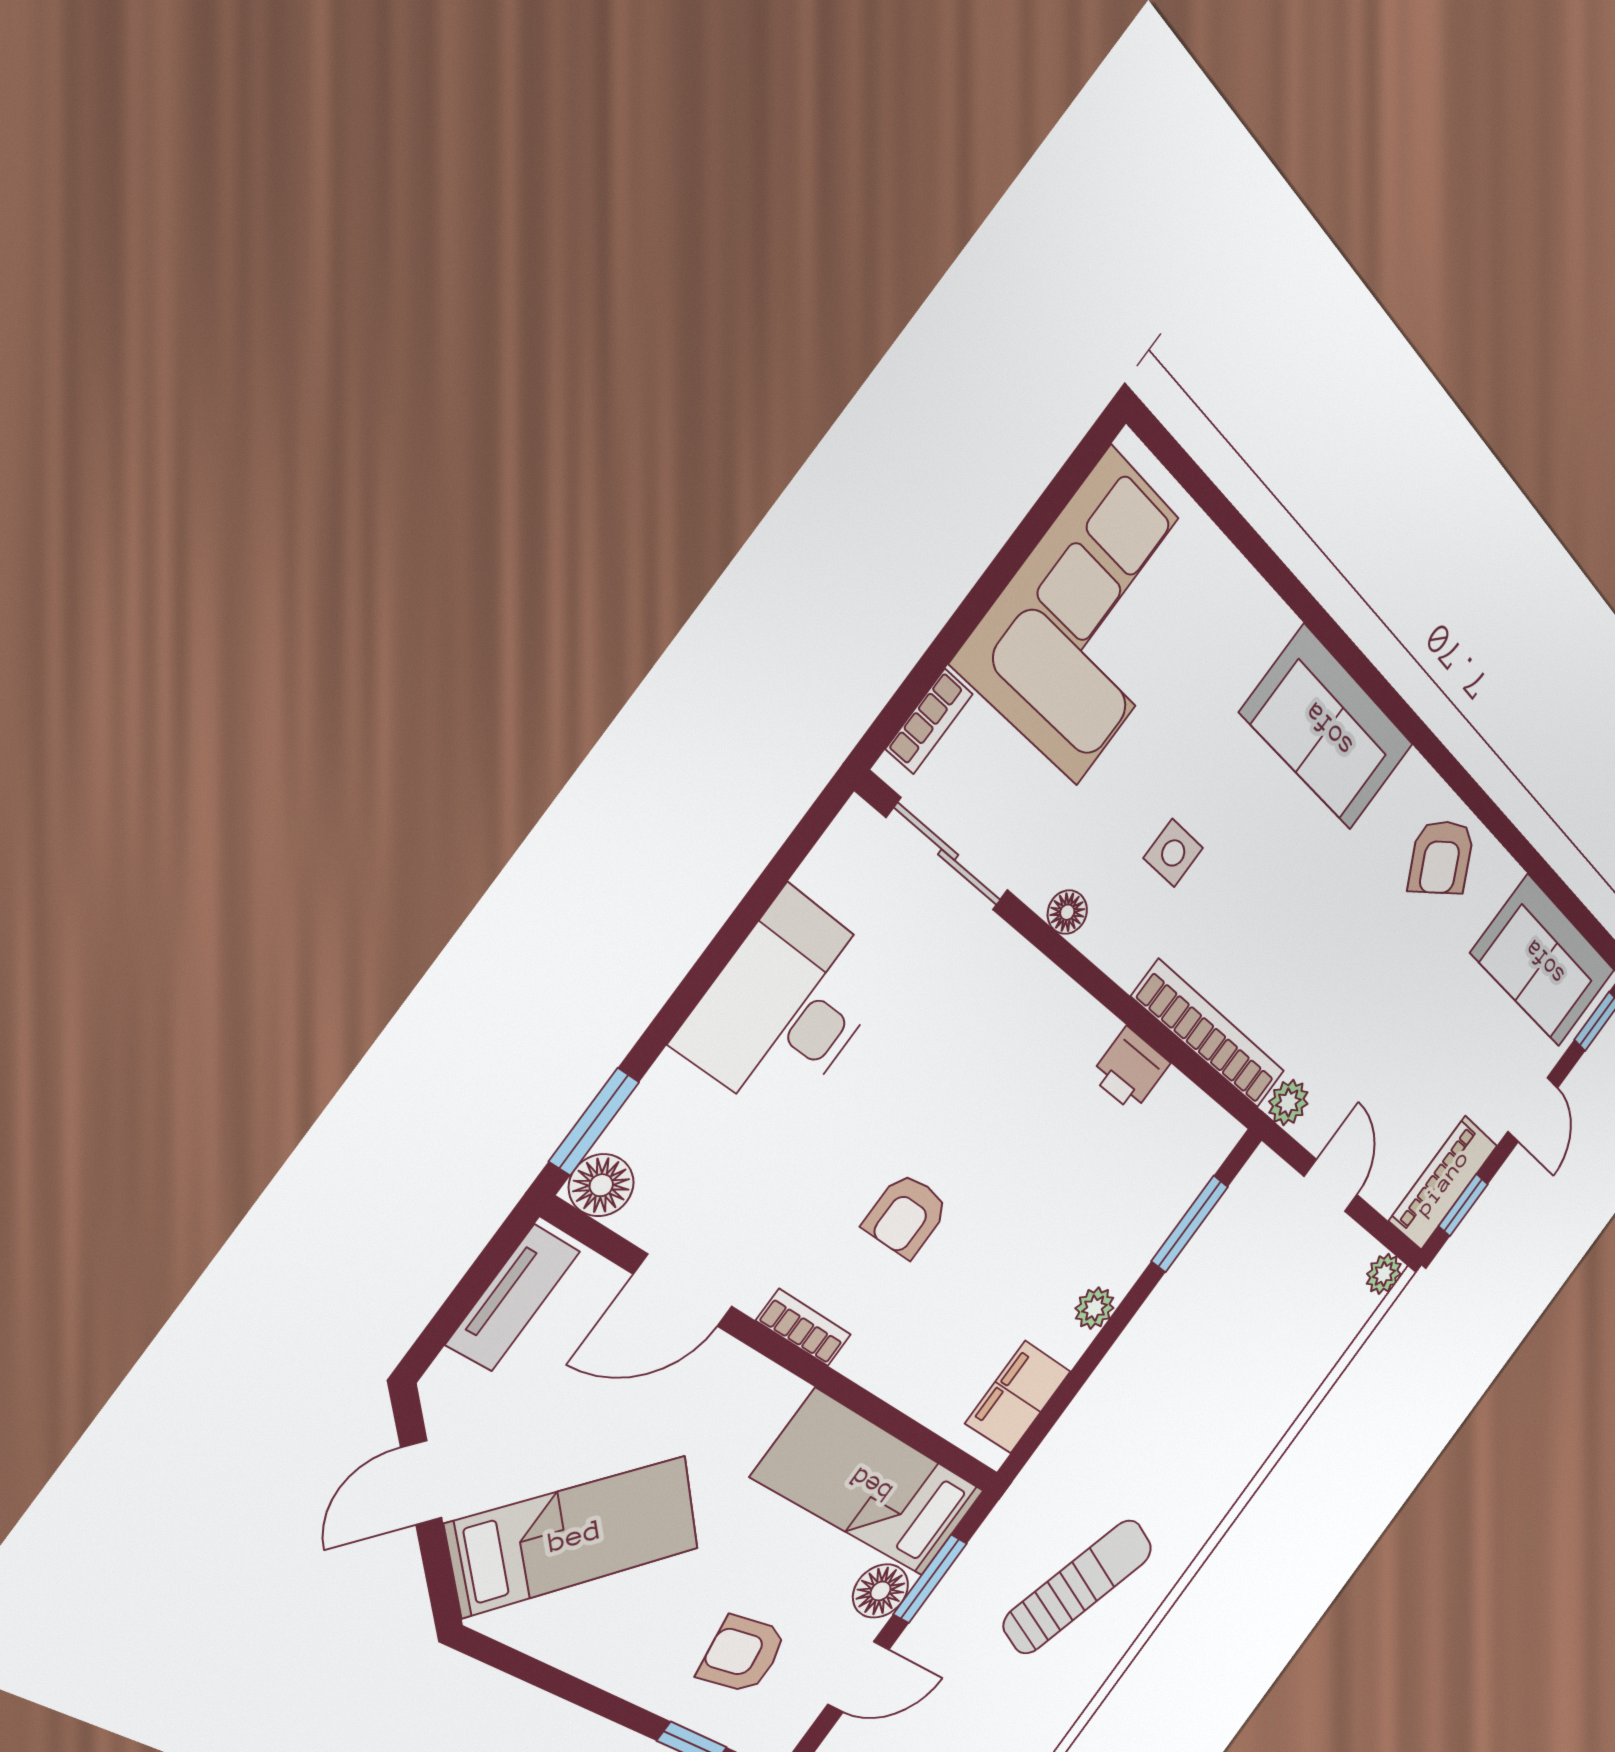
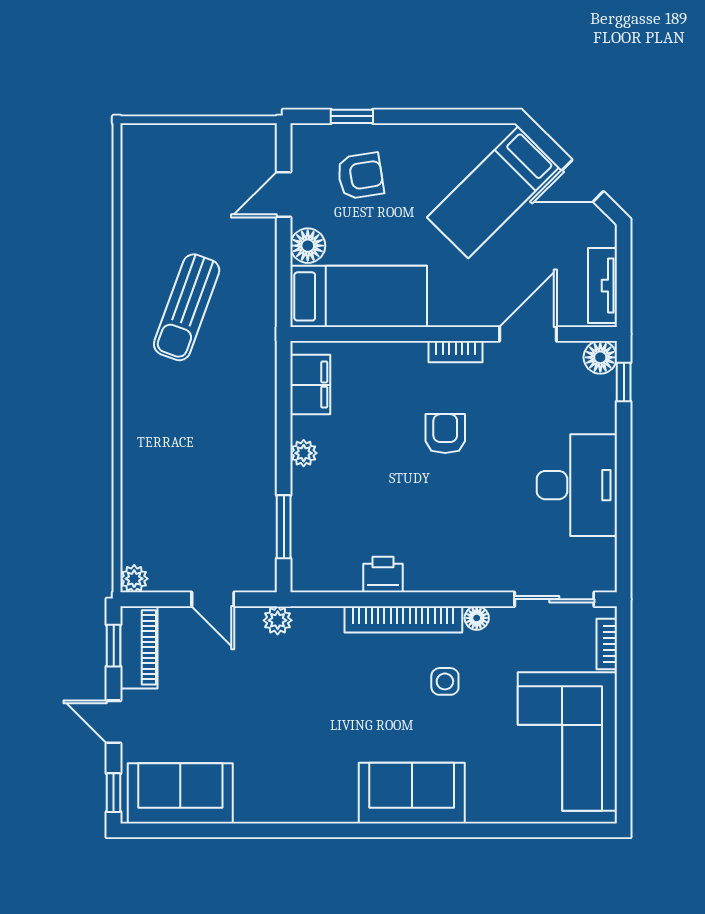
armchair: (1441, 857) -> (294, 791), removed
bookcase: (1209, 1035) -> (403, 619), moved
window: (594, 1122) -> (624, 382), width x0.67
door: (421, 1483) -> (583, 181), swing flipped
window: (930, 1579) -> (284, 266), removed

